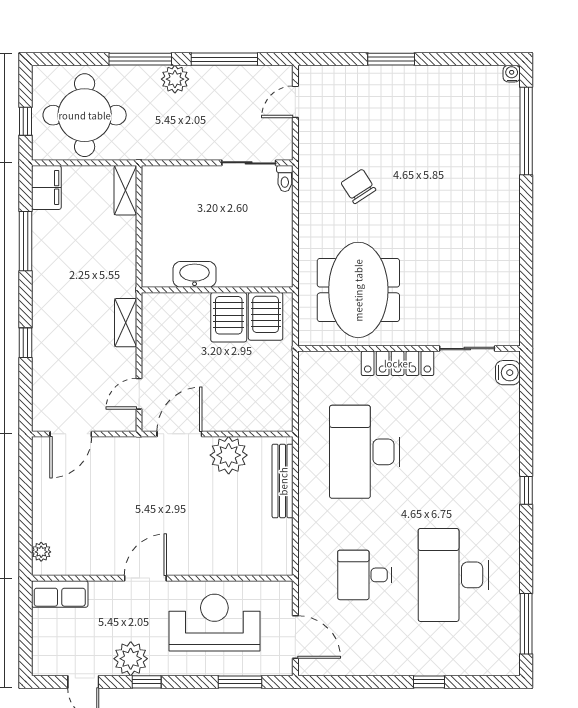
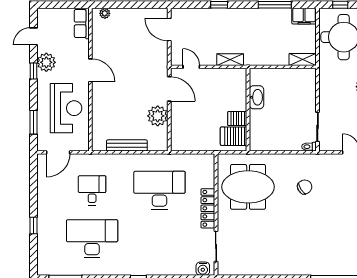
server rack: (229, 317) -> (237, 119), width x0.73, depth x0.70
bench: (283, 481) -> (127, 145), moved

